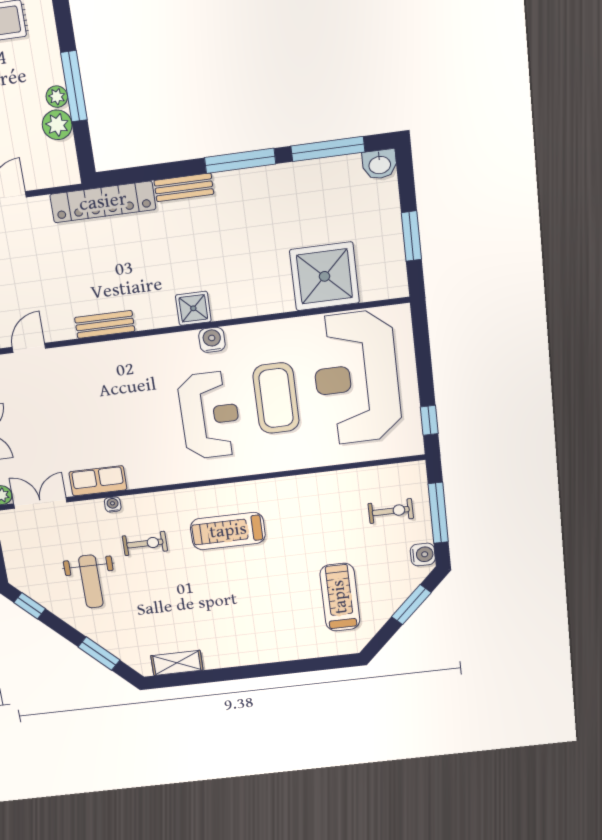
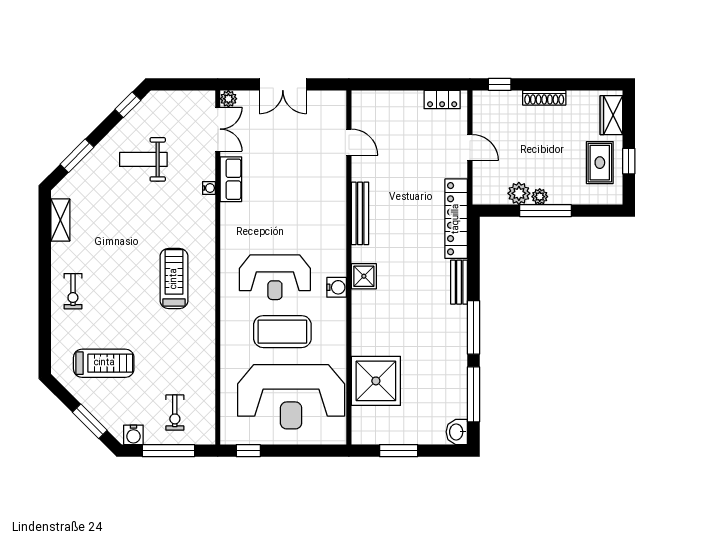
bench: (105, 324) -> (360, 213), width x1.36
reception desk: (356, 378) -> (291, 397), turned 180
exercise bike: (145, 543) -> (73, 291), moved

